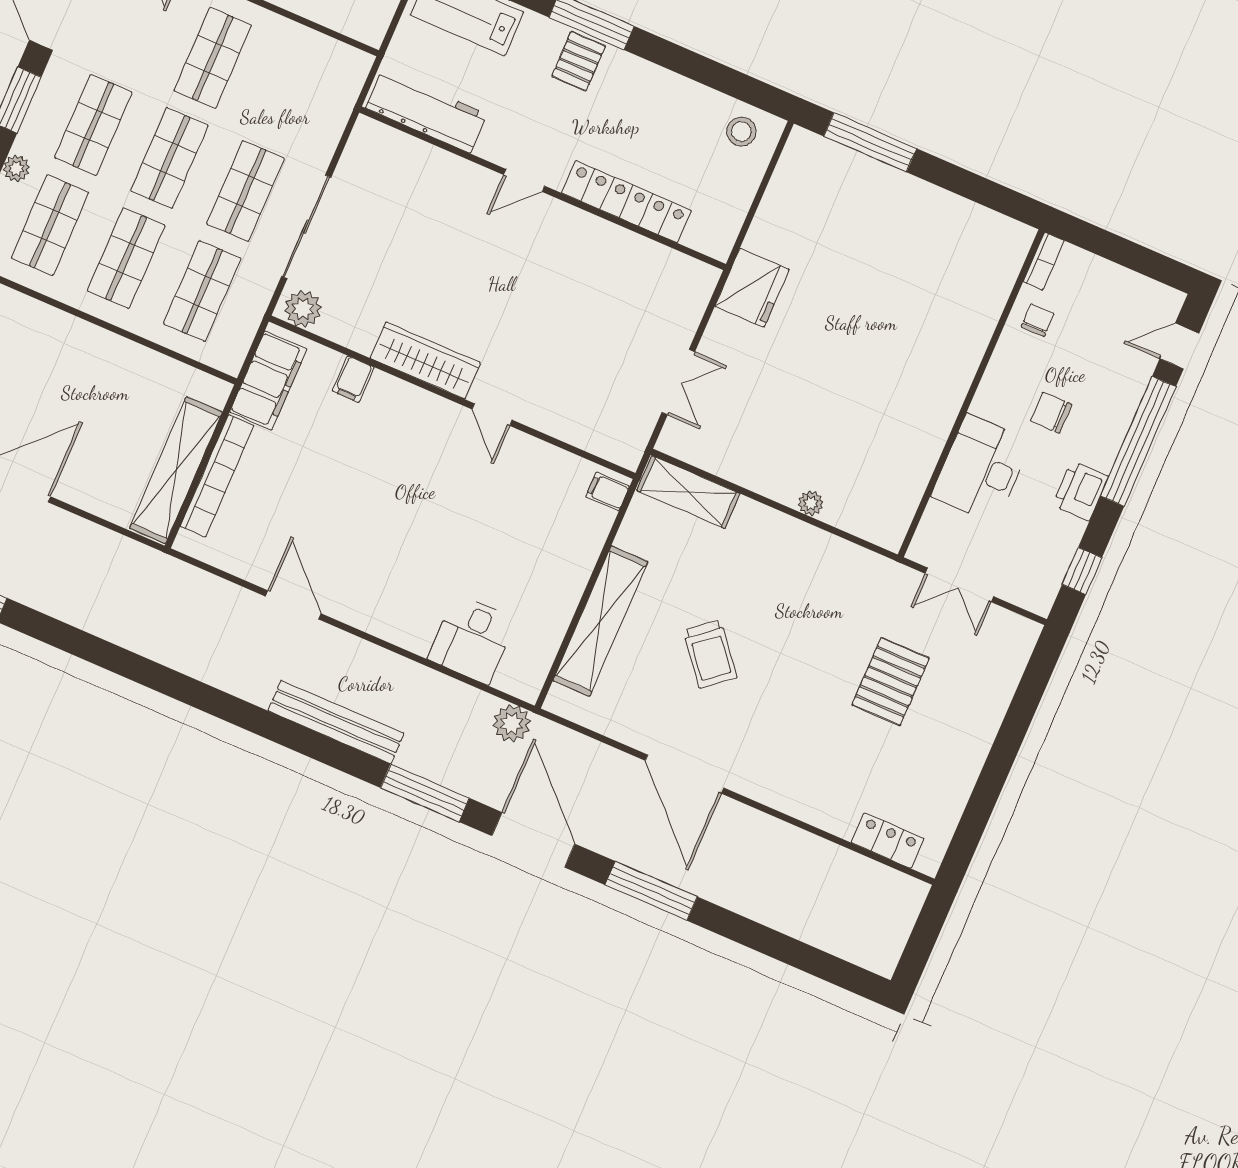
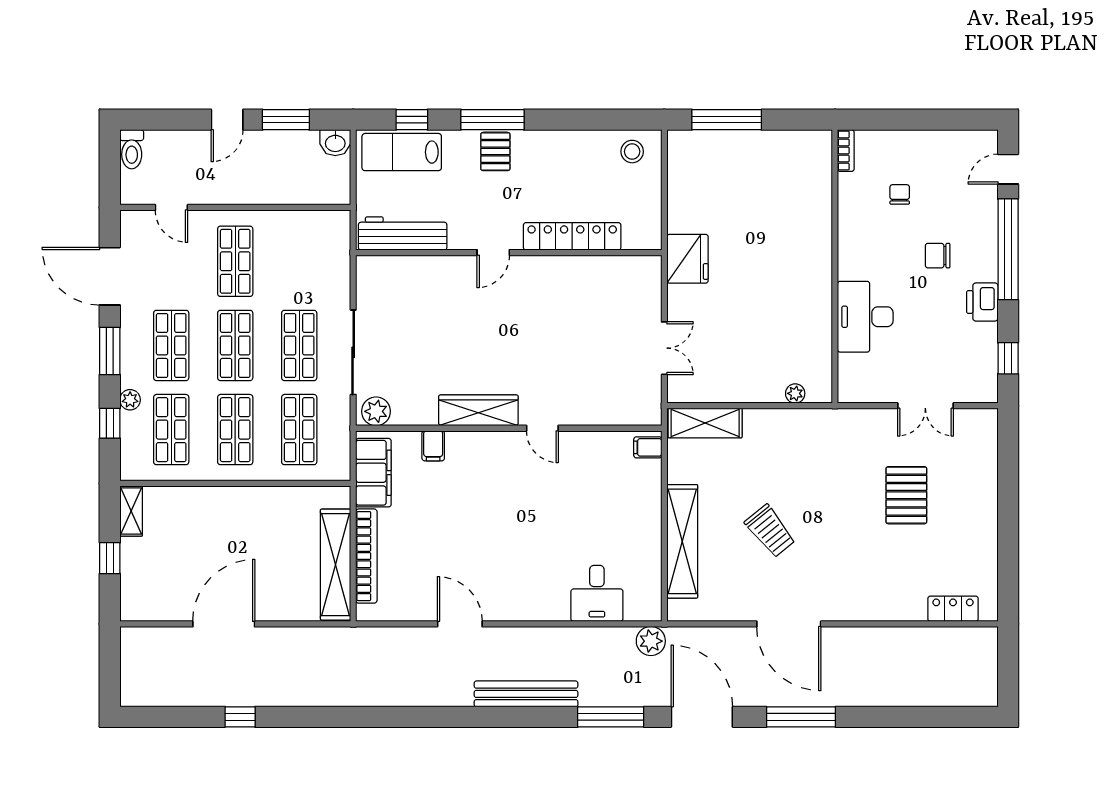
bookcase: (1044, 261) -> (846, 151), moved
wall: (971, 393) -> (835, 266), moved
desk: (981, 469) -> (865, 317), moved

